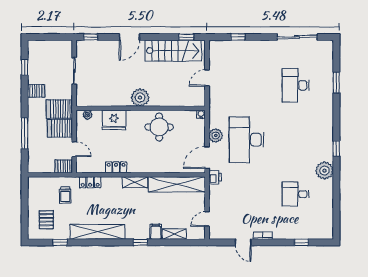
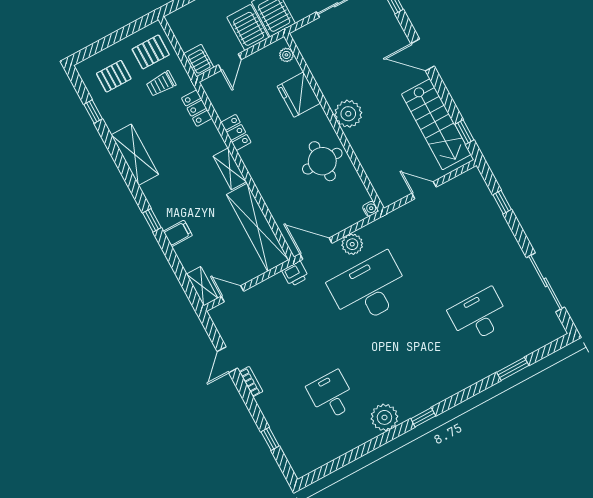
pallet: (44, 191) -> (151, 52), added
shelving: (98, 232) -> (135, 155), width x0.68
shelving: (174, 234) -> (202, 286), moved

